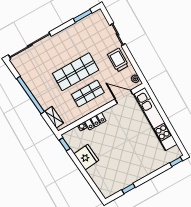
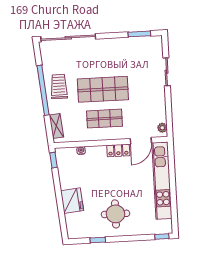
trolley: (118, 60) -> (59, 87), moved
door: (124, 97) -> (141, 141), swing flipped
locker: (95, 121) -> (118, 150), moved
fridge: (86, 157) -> (72, 201), moved
round table: (132, 162) -> (115, 214), added

